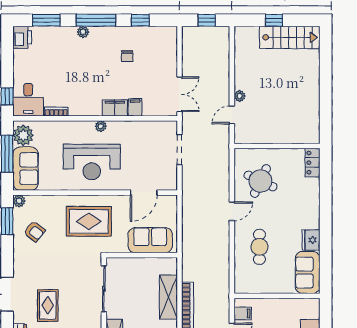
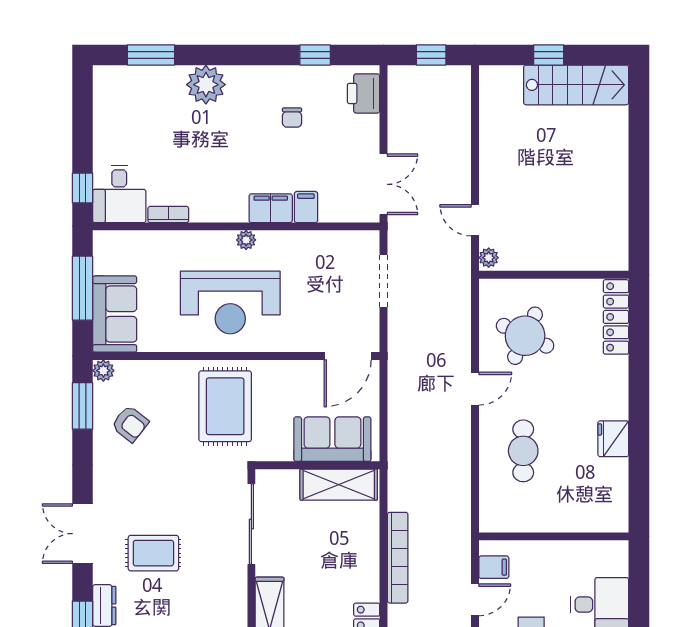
window: (96, 20) -> (238, 55), removed
plant: (83, 32) -> (206, 85), width x1.87, depth x1.87
printer: (22, 37) -> (363, 93), moved, turned 180
plant: (240, 96) -> (489, 258), moved
door: (232, 115) -> (475, 220), hinge flipped
plant: (23, 135) -> (111, 256), removed
locker: (313, 163) -> (616, 317), width x1.53
door: (144, 193) -> (348, 356), moved
rug: (89, 221) -> (225, 406), turned 90
sofa: (308, 273) -> (607, 496), removed
shelving: (168, 297) -> (339, 485), moved, turned 90
rug: (48, 305) -> (153, 553), turned 90

